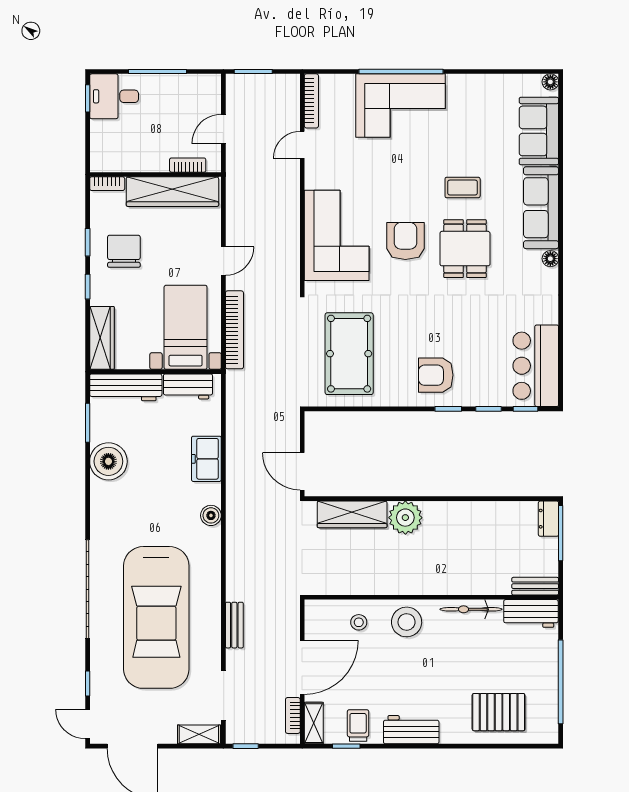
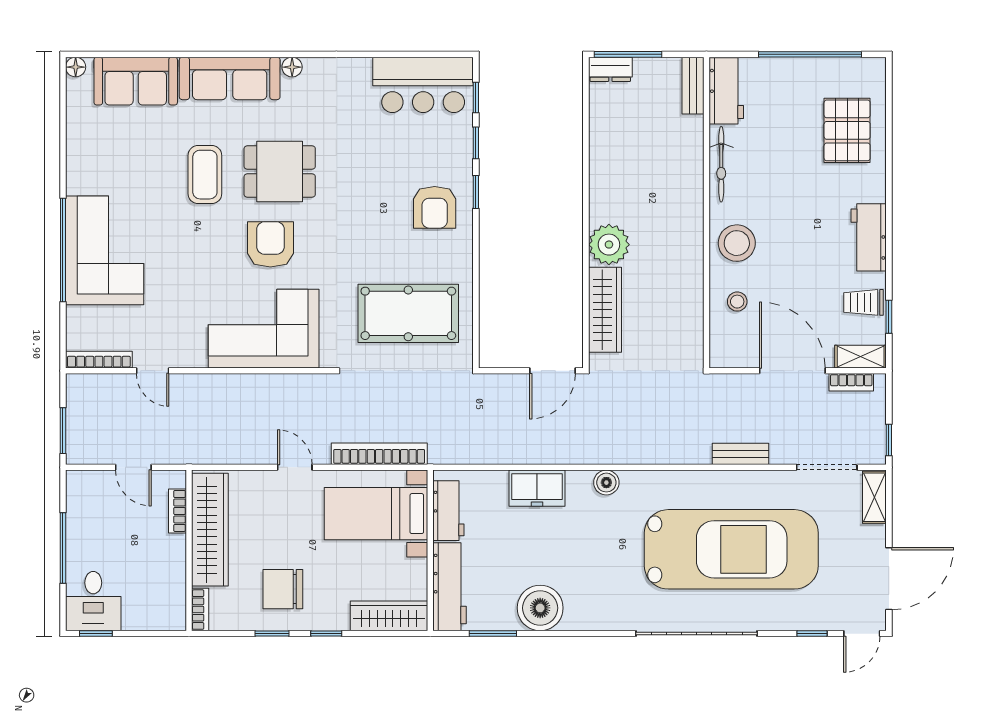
coffee table: (463, 188) -> (205, 175), width x1.36, depth x1.30
armchair: (405, 241) -> (270, 244), turned 90

